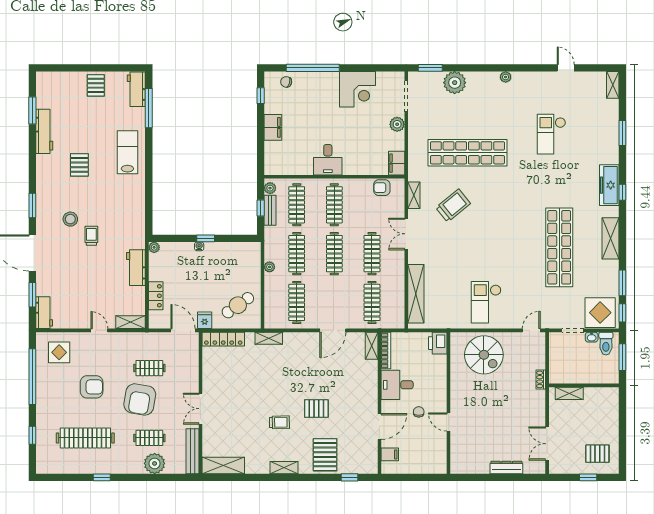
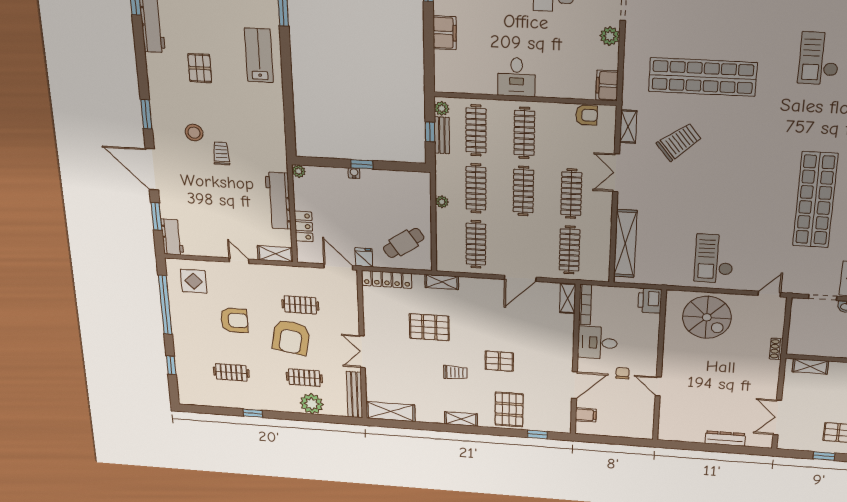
armchair: (382, 188) -> (587, 115), turned 180
workbench: (136, 268) -> (278, 201), width x1.38
pallet: (258, 381) -> (429, 327), added
clothes rail: (85, 438) -> (231, 372), width x0.54, depth x0.76

